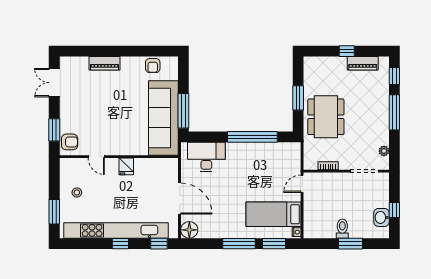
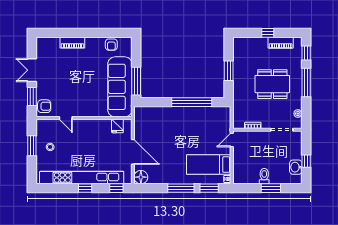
double door: (54, 83) -> (32, 70), moved
dining table: (326, 117) -> (272, 84), moved, turned 90
desk: (206, 157) -> (155, 118), removed
fridge: (126, 166) -> (117, 126), moved
window: (54, 212) -> (32, 146), moved

